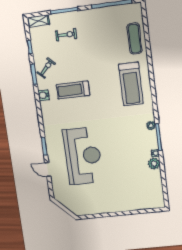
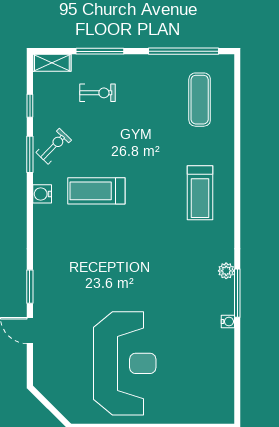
exercise mat: (135, 39) -> (200, 100), moved
treadmill: (131, 84) -> (200, 193), width x0.73, depth x0.73
reception desk: (83, 156) -> (125, 363), moved
plant: (154, 164) -> (224, 340), removed

